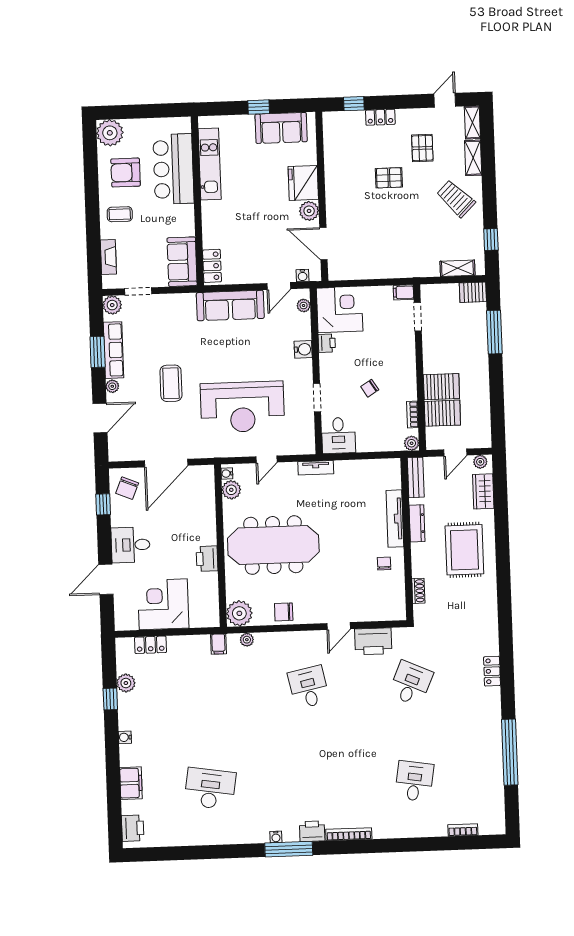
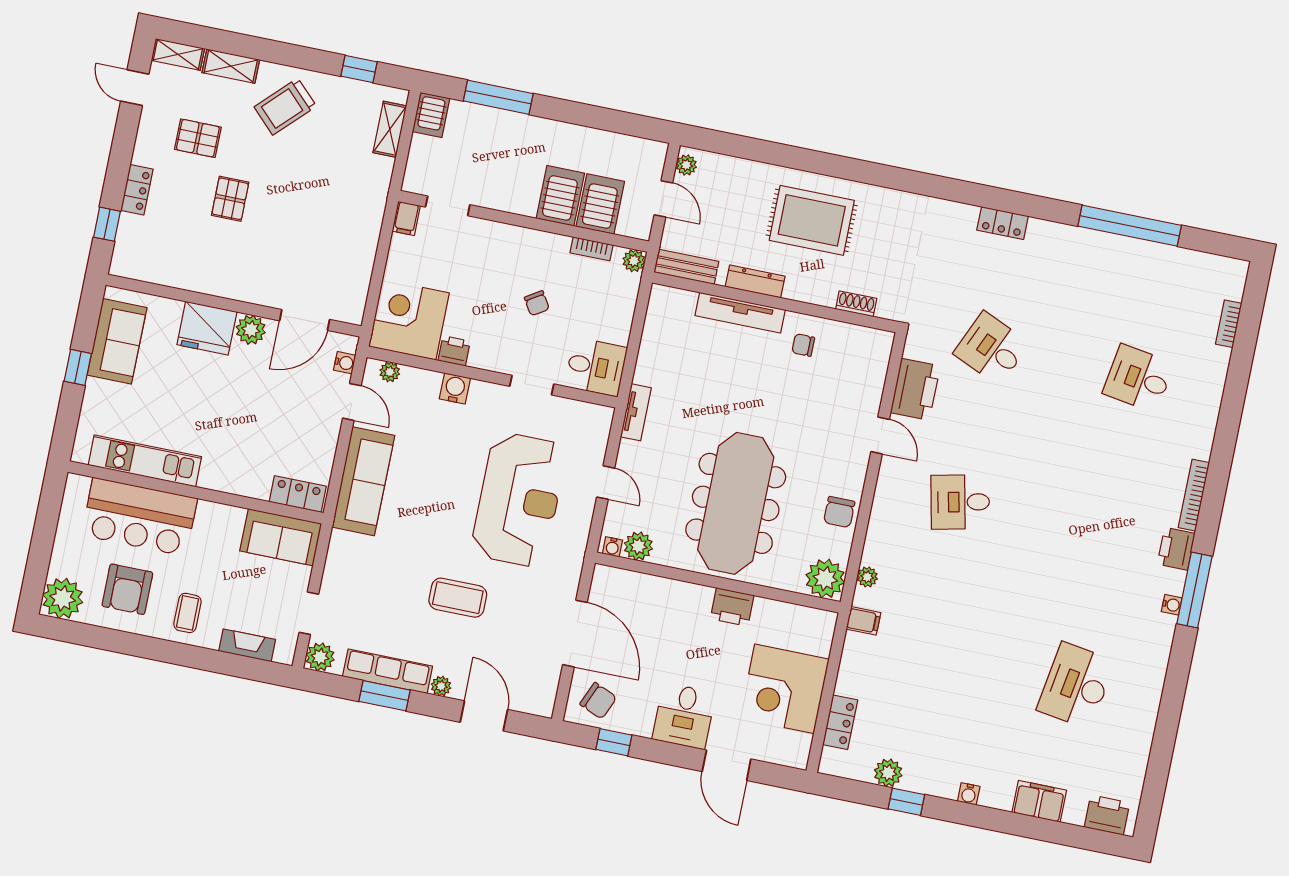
wardrobe: (483, 491) -> (732, 171), removed

